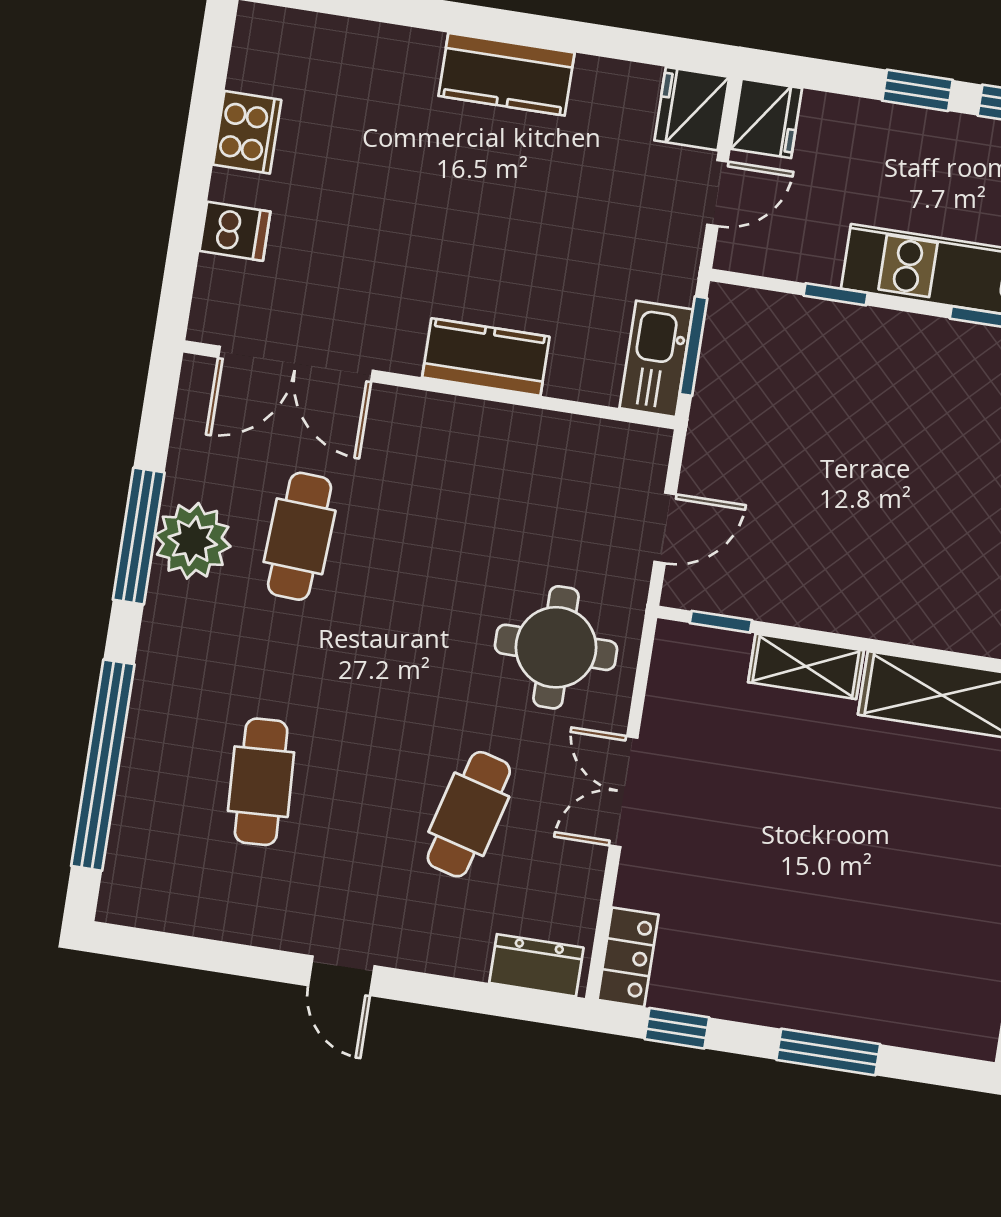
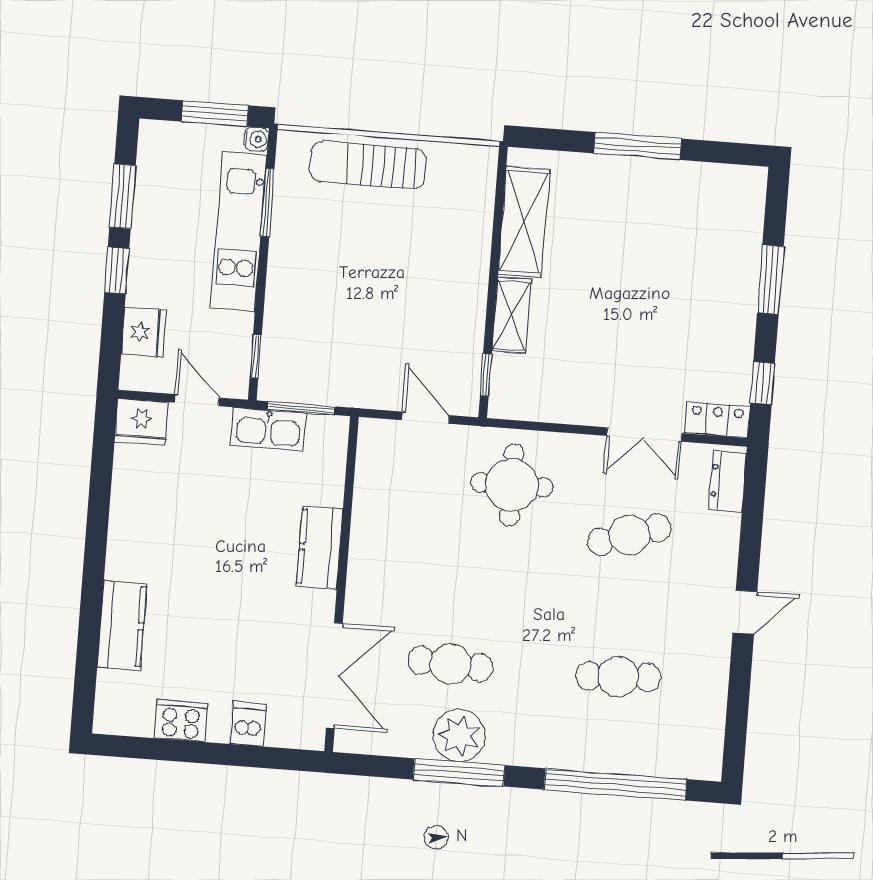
kitchen counter: (506, 74) -> (122, 625), moved
fridge: (766, 118) -> (143, 332), moved, turned 90
window: (836, 294) -> (256, 356), moved
kitchen sink: (656, 359) -> (268, 429), moved
double door: (624, 792) -> (644, 434), moved
cafe table: (469, 814) -> (629, 535), turned -33

